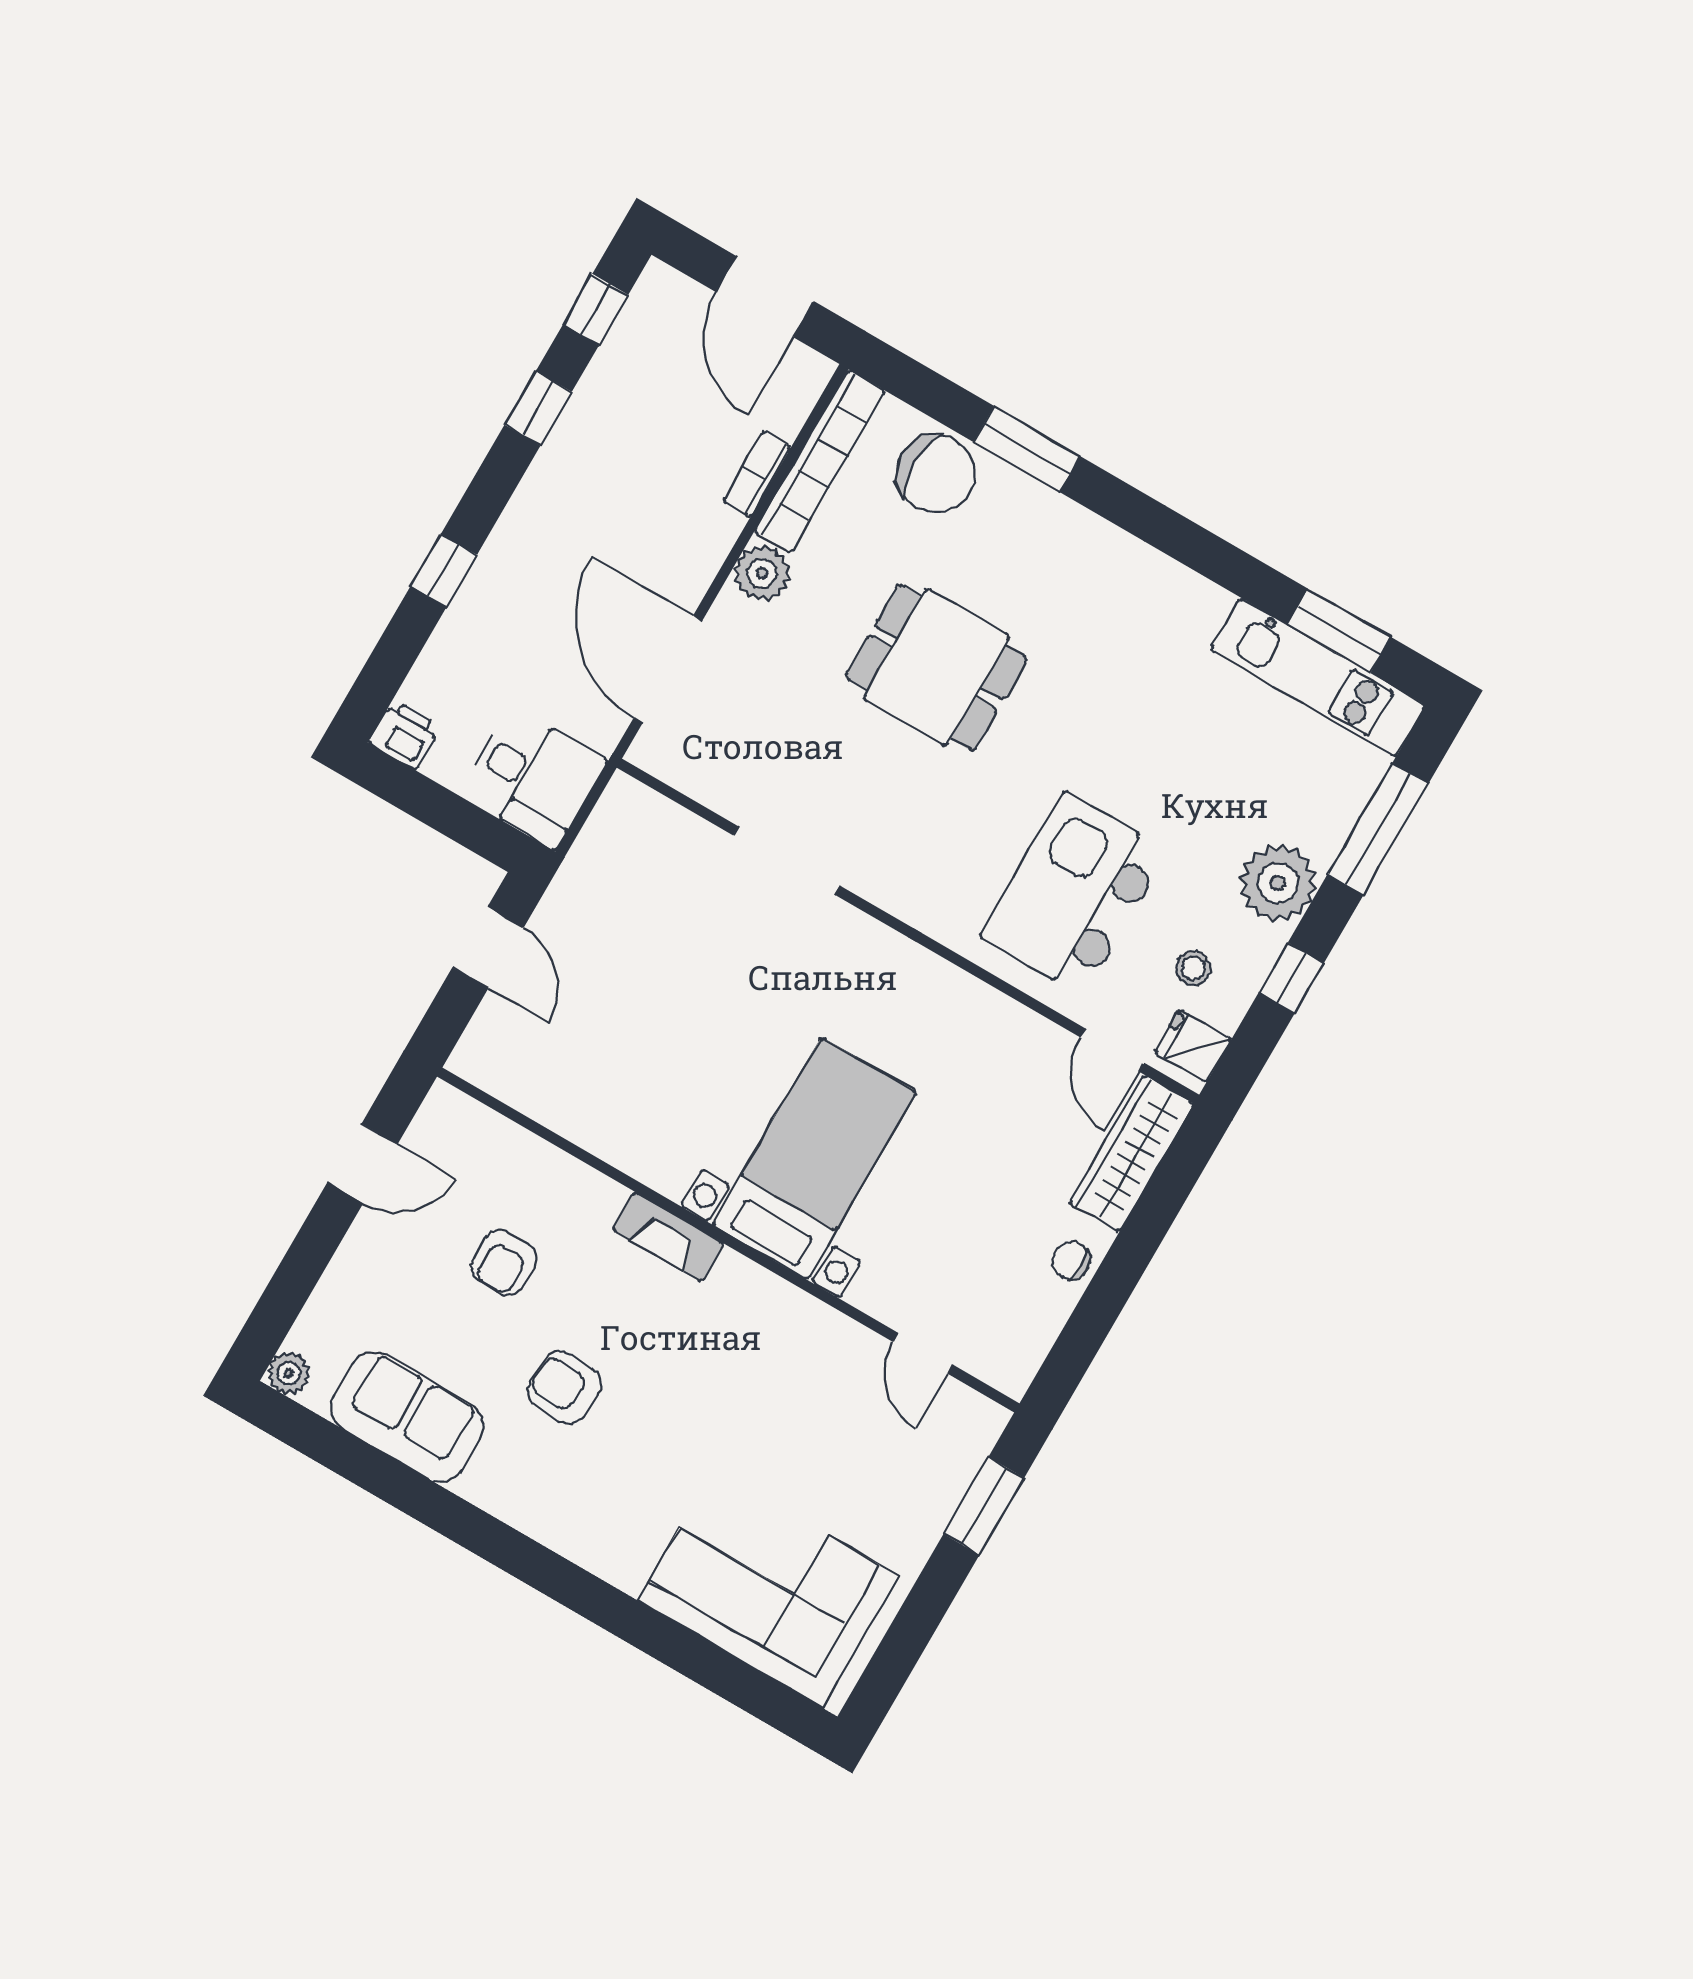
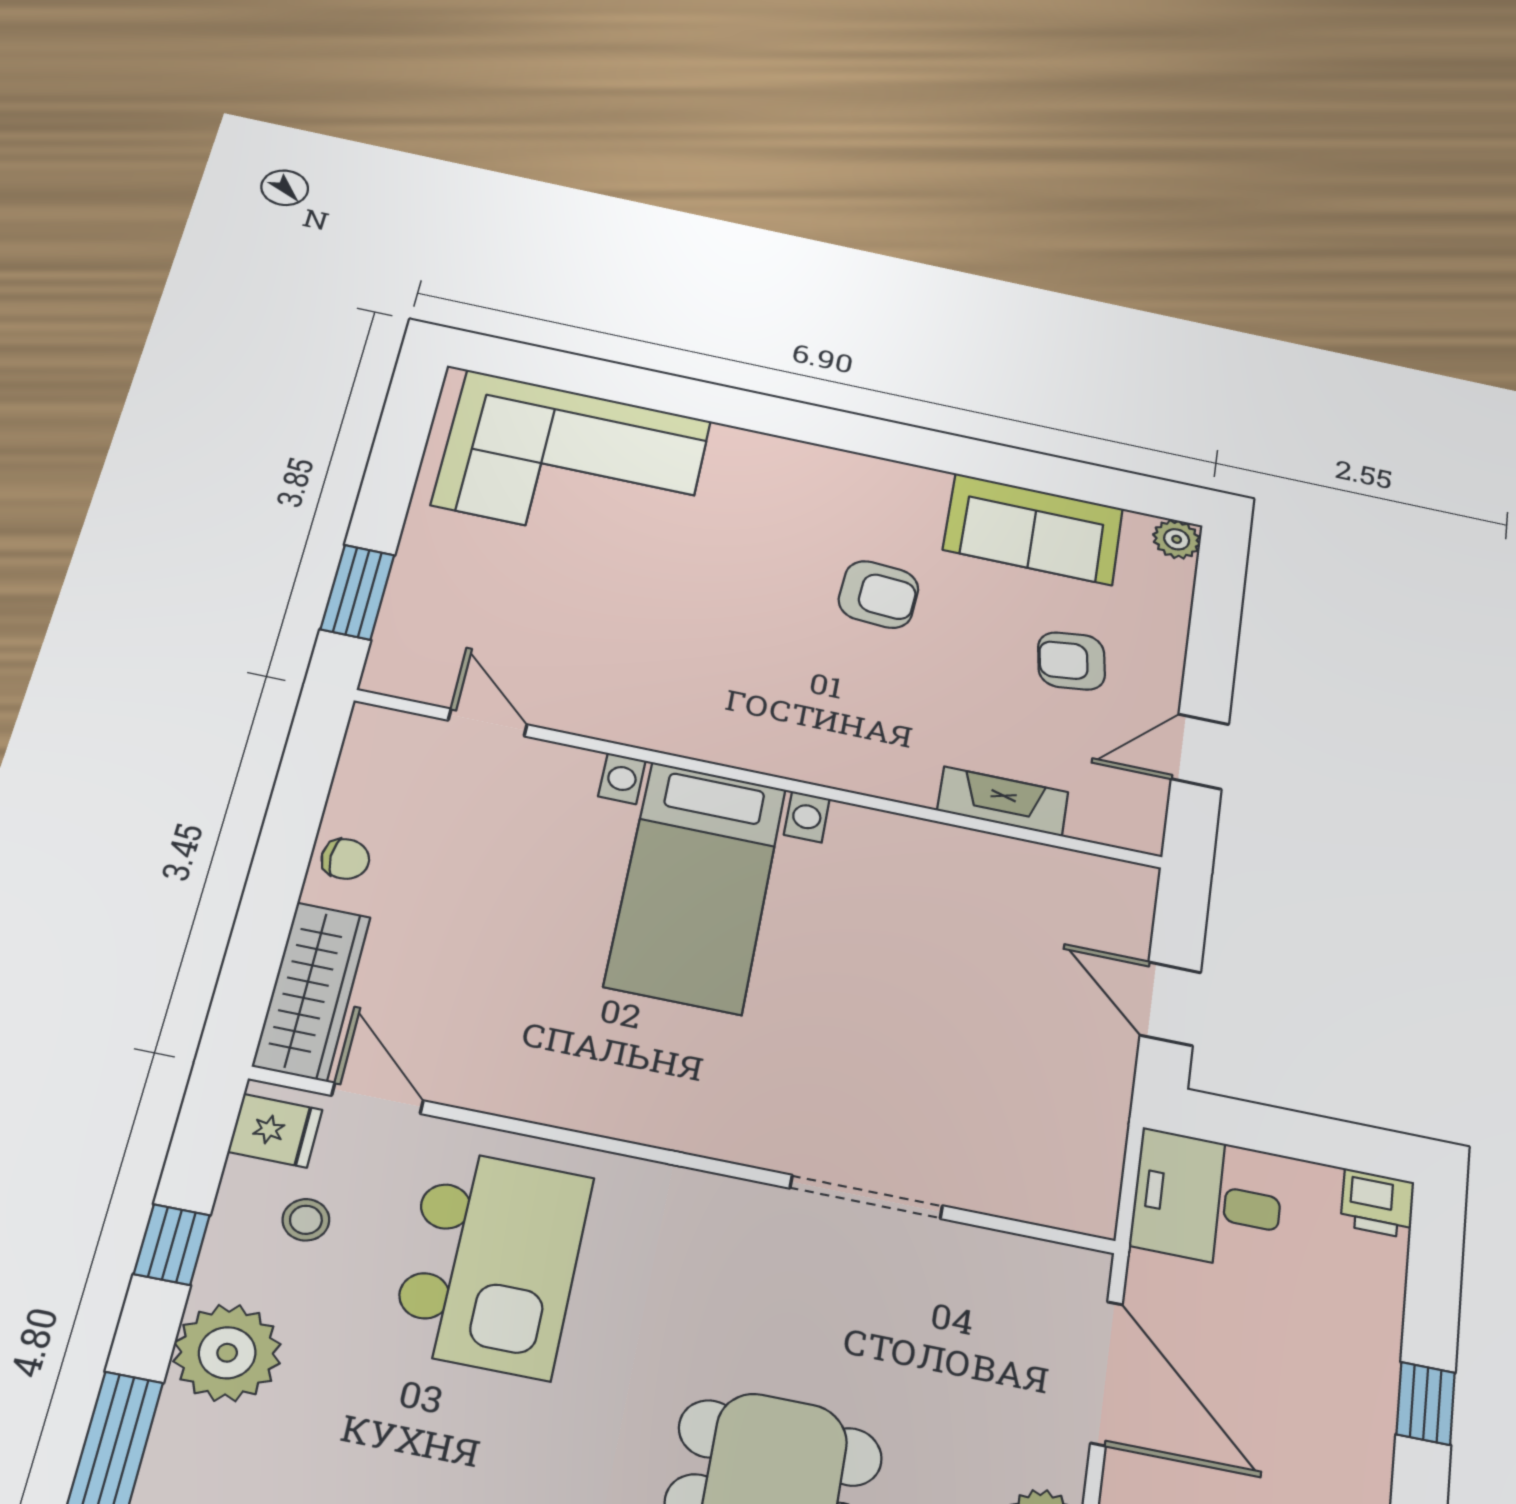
fireplace: (668, 1237) -> (1003, 801), moved
armchair: (504, 1263) -> (1071, 661), moved, turned -98

